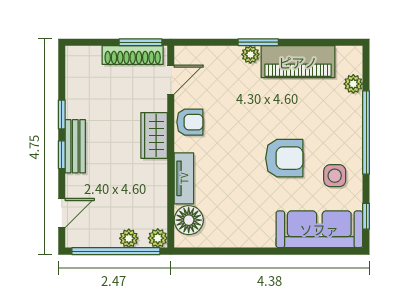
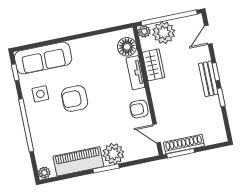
plant: (250, 54) -> (113, 154), width x1.87, depth x1.87
door: (171, 80) -> (157, 133), hinge flipped
plant: (353, 84) -> (44, 173), moved
wardrobe: (154, 135) -> (154, 65), moved
plant: (129, 238) -> (164, 33), width x1.87, depth x1.87

